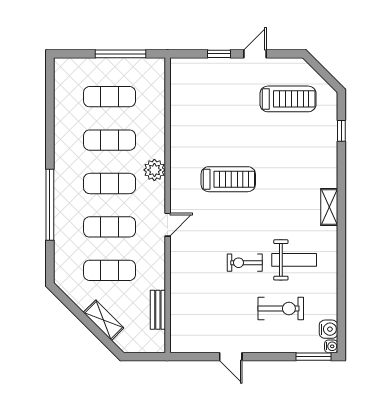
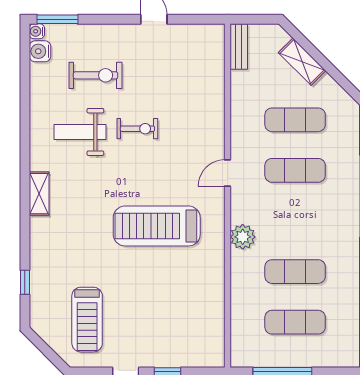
treadmill: (288, 99) -> (87, 320), turned -90
treadmill: (228, 179) -> (157, 226), width x1.37, depth x1.38
exercise mat: (110, 184) -> (295, 221), removed
exercise bike: (281, 308) -> (96, 75), turned 180
bench: (158, 310) -> (239, 47), moved

